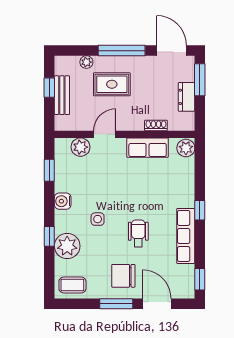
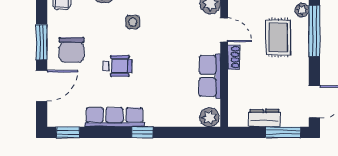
window: (122, 51) -> (314, 31), moved
shoe rack: (156, 125) -> (234, 57), moved
chair: (123, 276) -> (72, 50), turned 180

